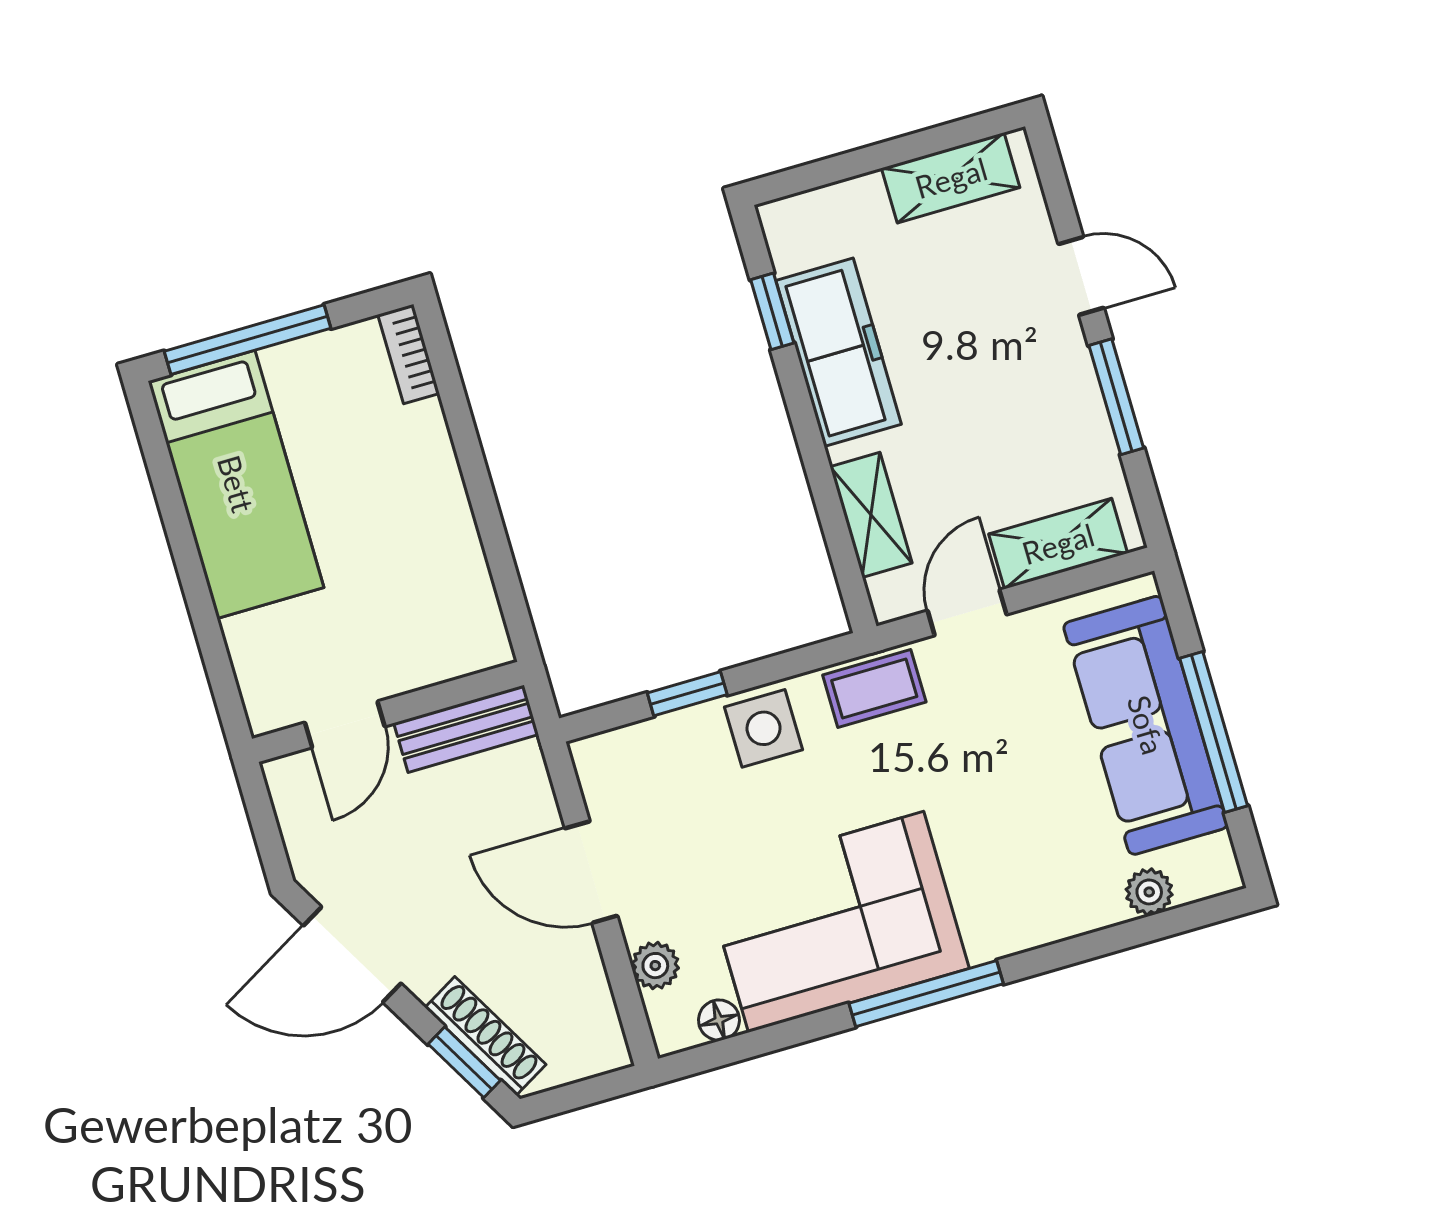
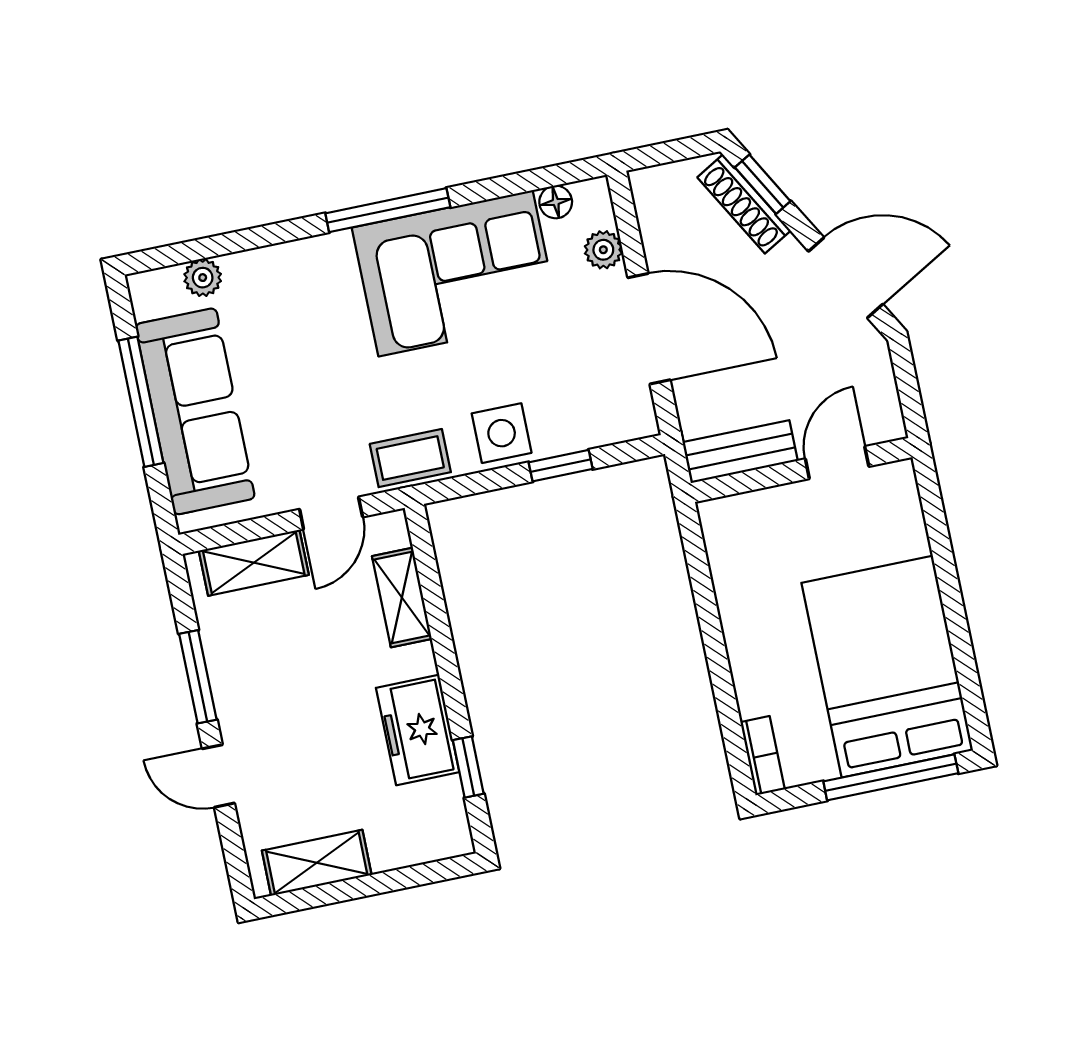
freezer: (839, 352) -> (418, 730), width x0.71
bed: (236, 484) -> (887, 667), width x1.50
door: (591, 872) -> (649, 329), width x1.36

